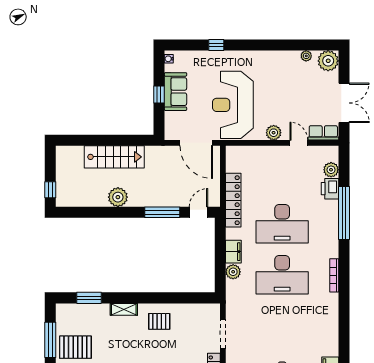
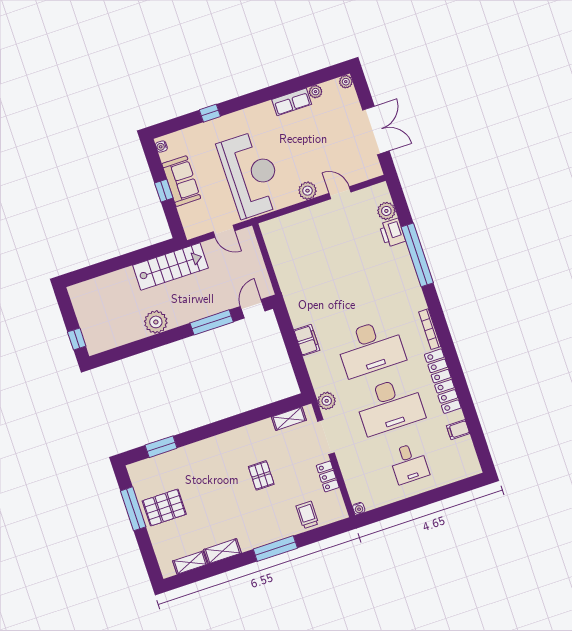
plant: (328, 61) -> (346, 82), width x0.53, depth x0.53
reception desk: (233, 105) -> (251, 174), turned 180
row of seats: (323, 133) -> (292, 102), moved, turned 180
door: (196, 143) -> (224, 231), width x0.53
stairs: (114, 157) -> (170, 267), moved
locker: (233, 200) -> (443, 381), moved, turned 180
desk: (282, 224) -> (390, 406), moved
plant: (233, 272) -> (327, 401), moved
shelving: (124, 309) -> (289, 419), moved
pallet: (159, 321) -> (261, 475), moved, turned 90

